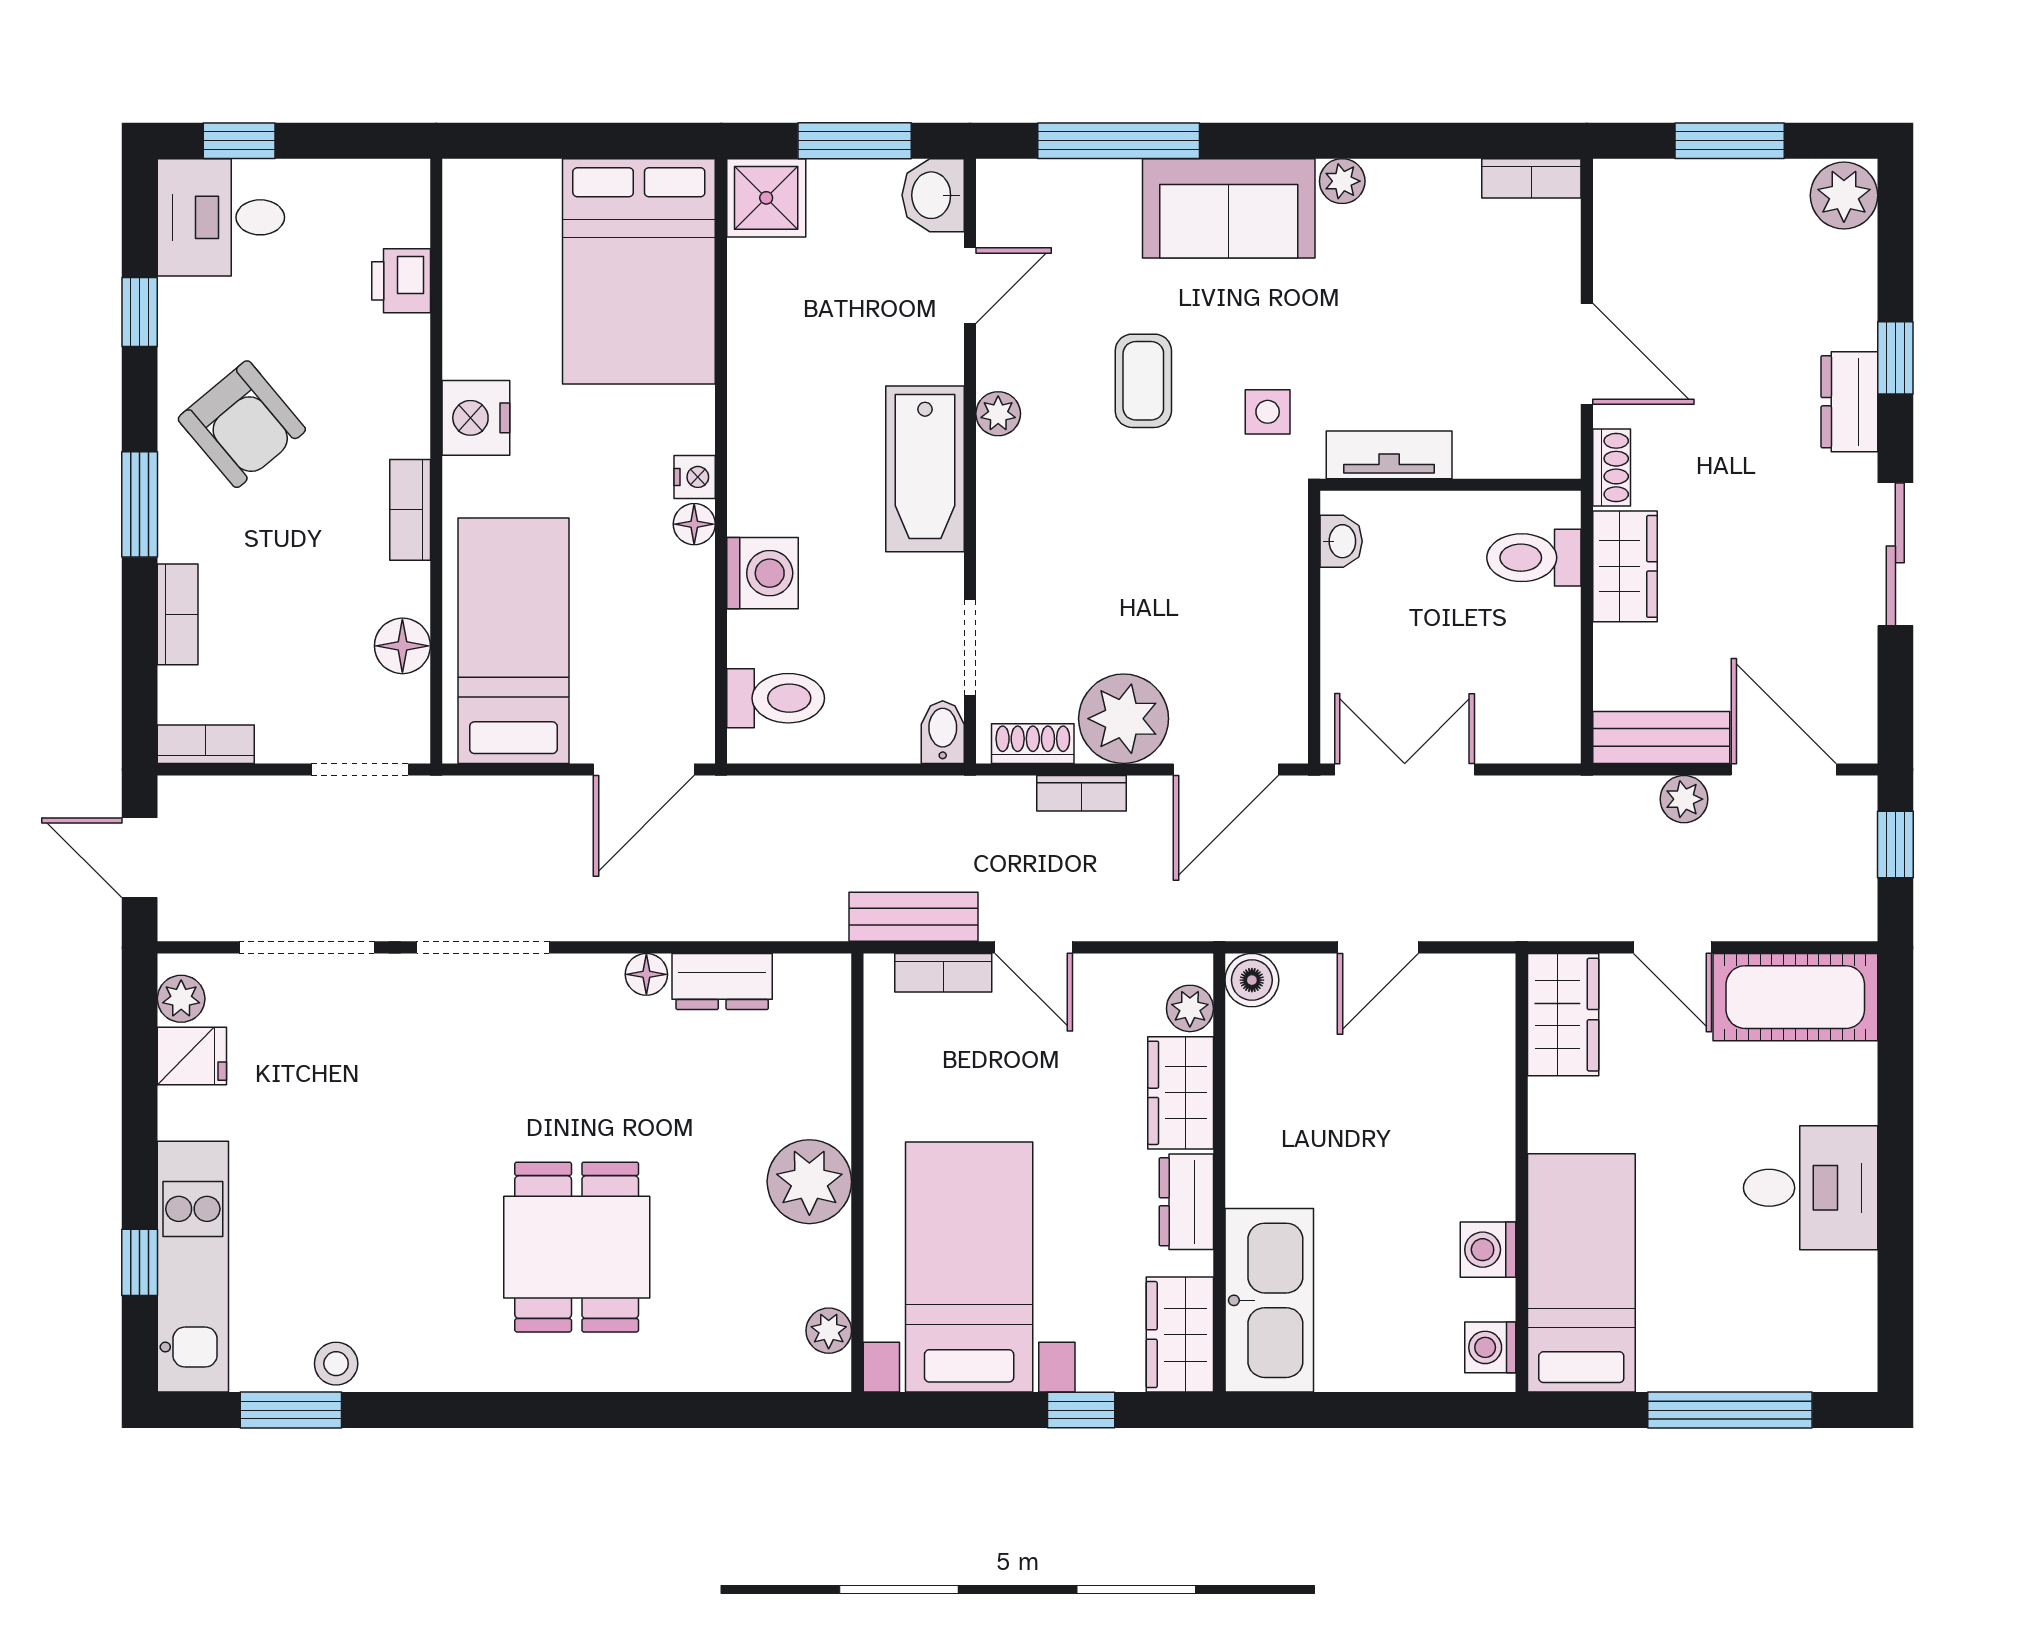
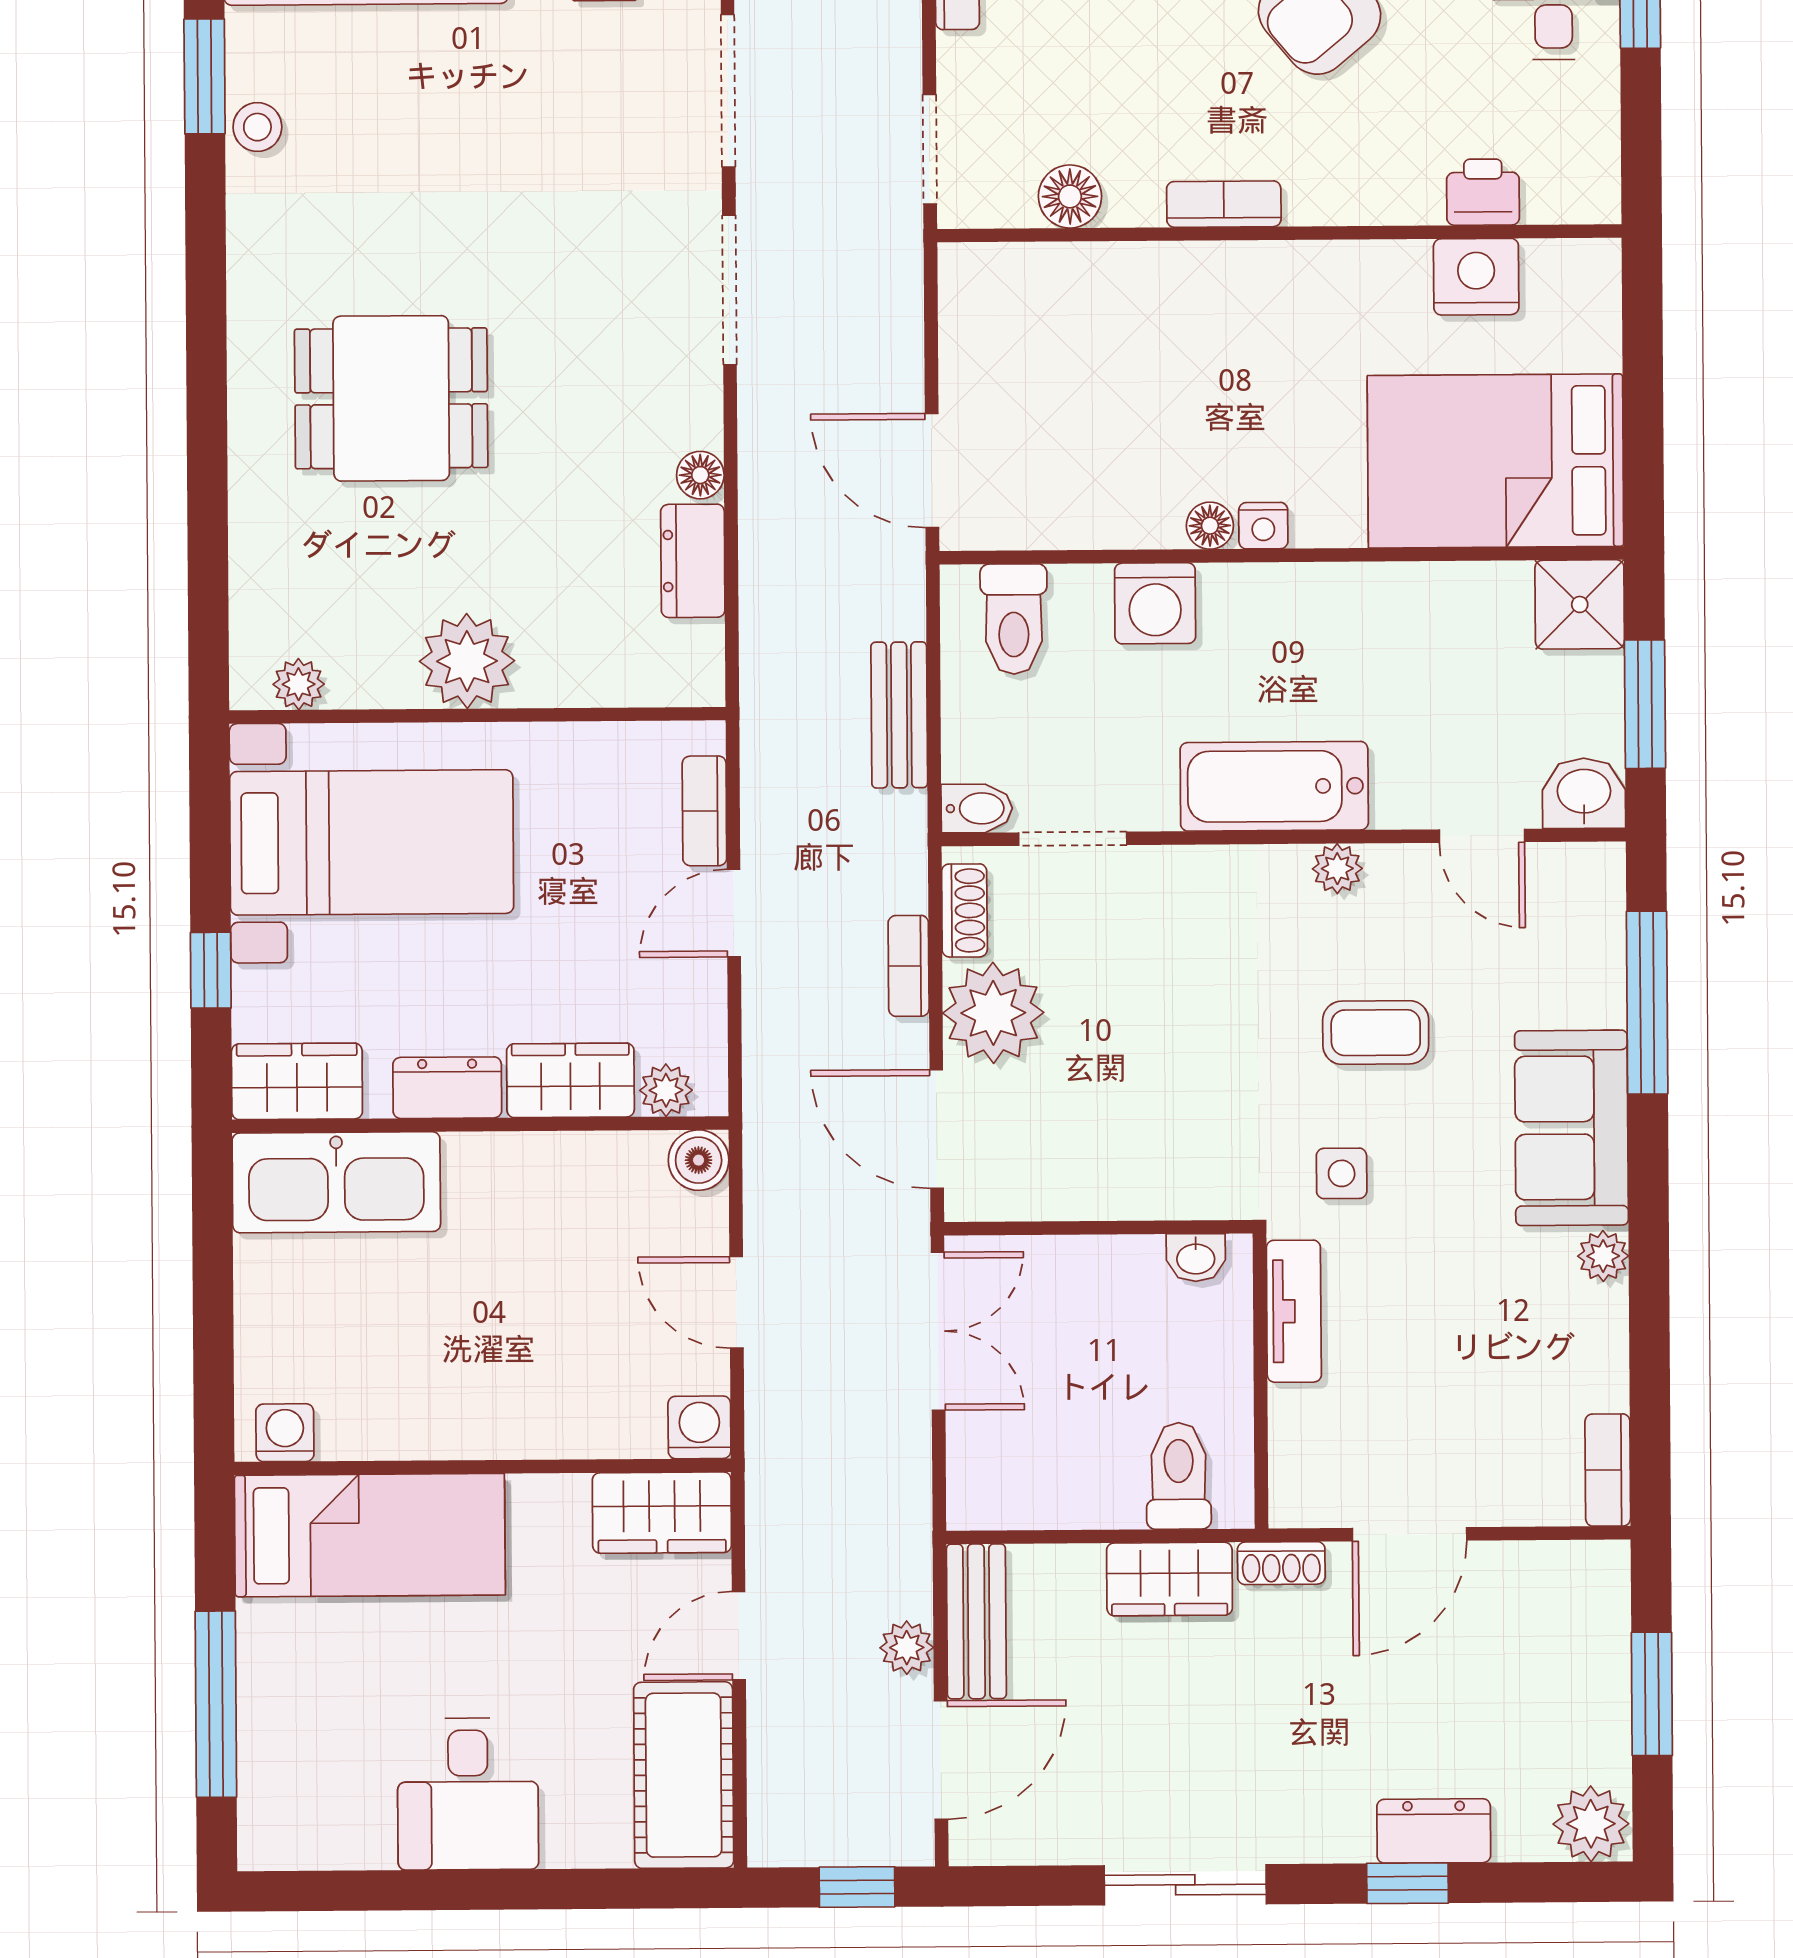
dresser: (1849, 402) -> (1434, 1831), moved
nightstand: (476, 418) -> (1476, 277), moved
bed: (513, 641) -> (1077, 322), removed
bench: (914, 917) -> (899, 715), moved
washing machine: (1488, 1250) -> (699, 1427), moved

